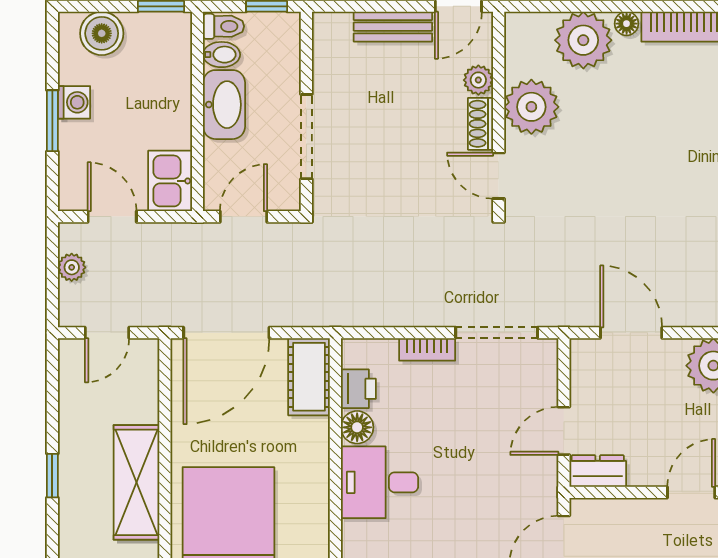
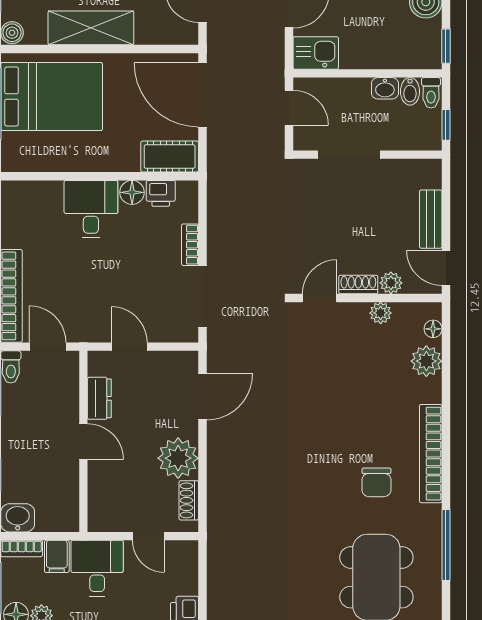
floor lamp: (627, 24) -> (433, 329), moved
plant: (583, 40) -> (426, 361), width x0.73, depth x0.73
washbasin: (224, 105) -> (385, 88), width x0.52, depth x0.69
plant: (531, 107) -> (381, 313), width x0.53, depth x0.53
dresser: (598, 471) -> (99, 398), moved

